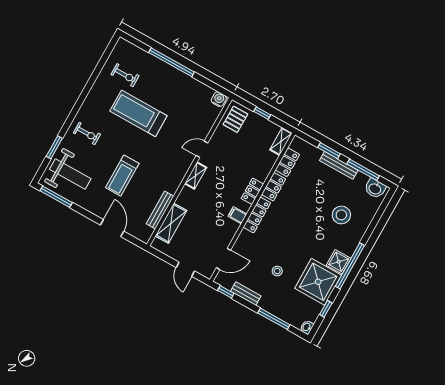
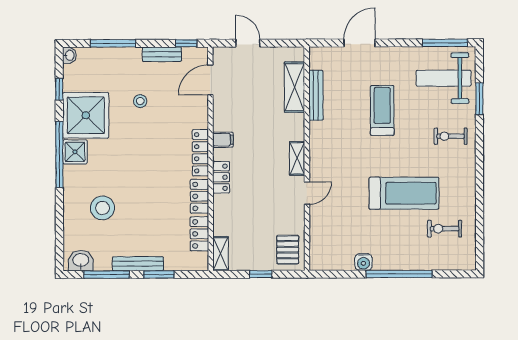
water cooler: (219, 99) -> (363, 262), moved
door: (112, 228) -> (360, 43), swing flipped

